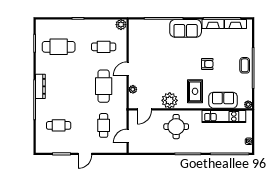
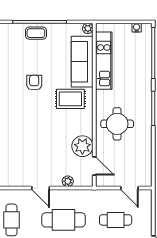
plant: (170, 100) -> (82, 146), moved
sofa: (223, 100) -> (82, 62), width x1.36

